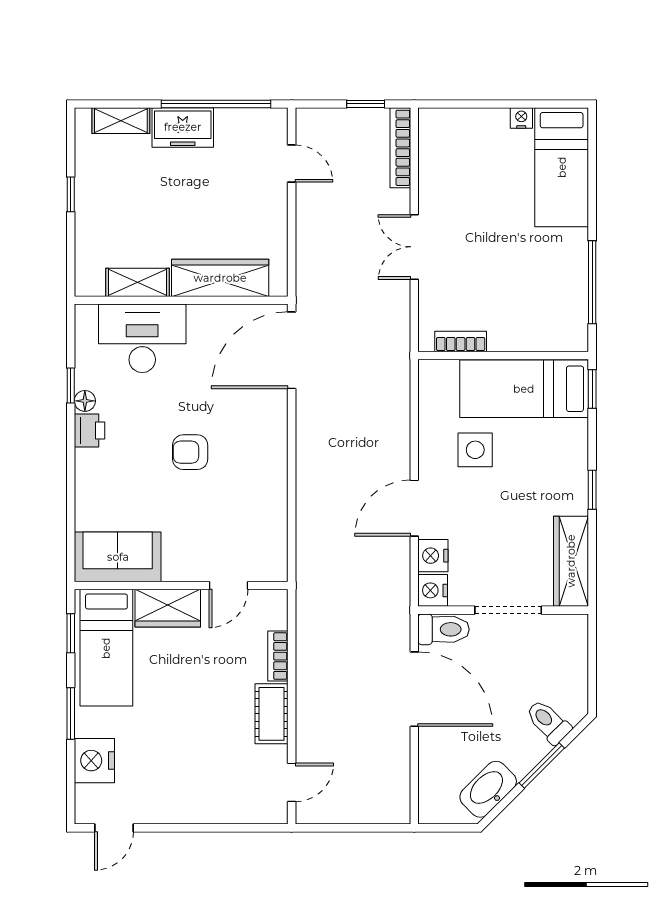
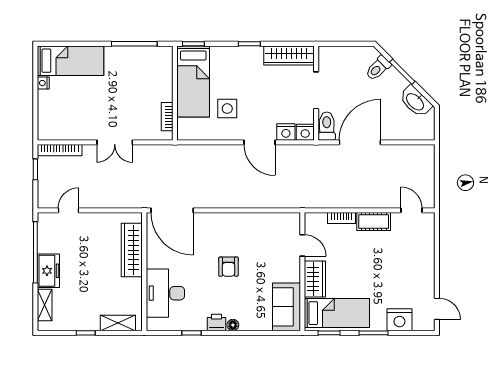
shelving: (137, 282) -> (118, 323), moved, turned 90
floor lamp: (85, 401) -> (233, 325), moved

